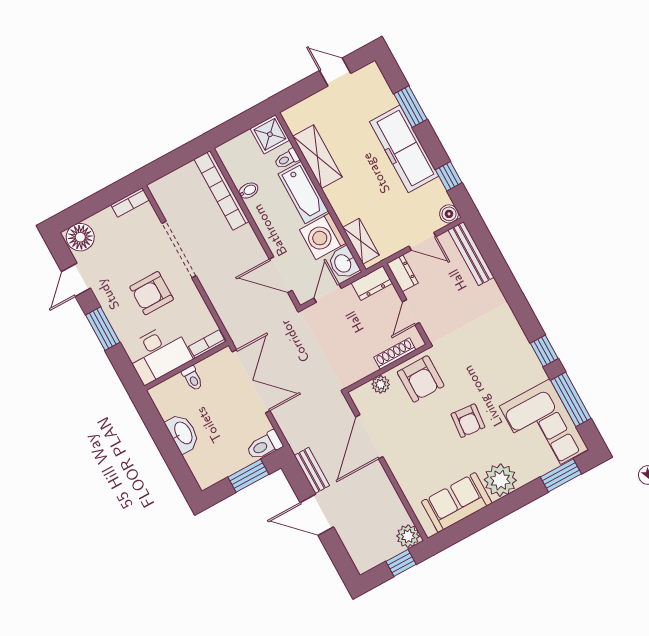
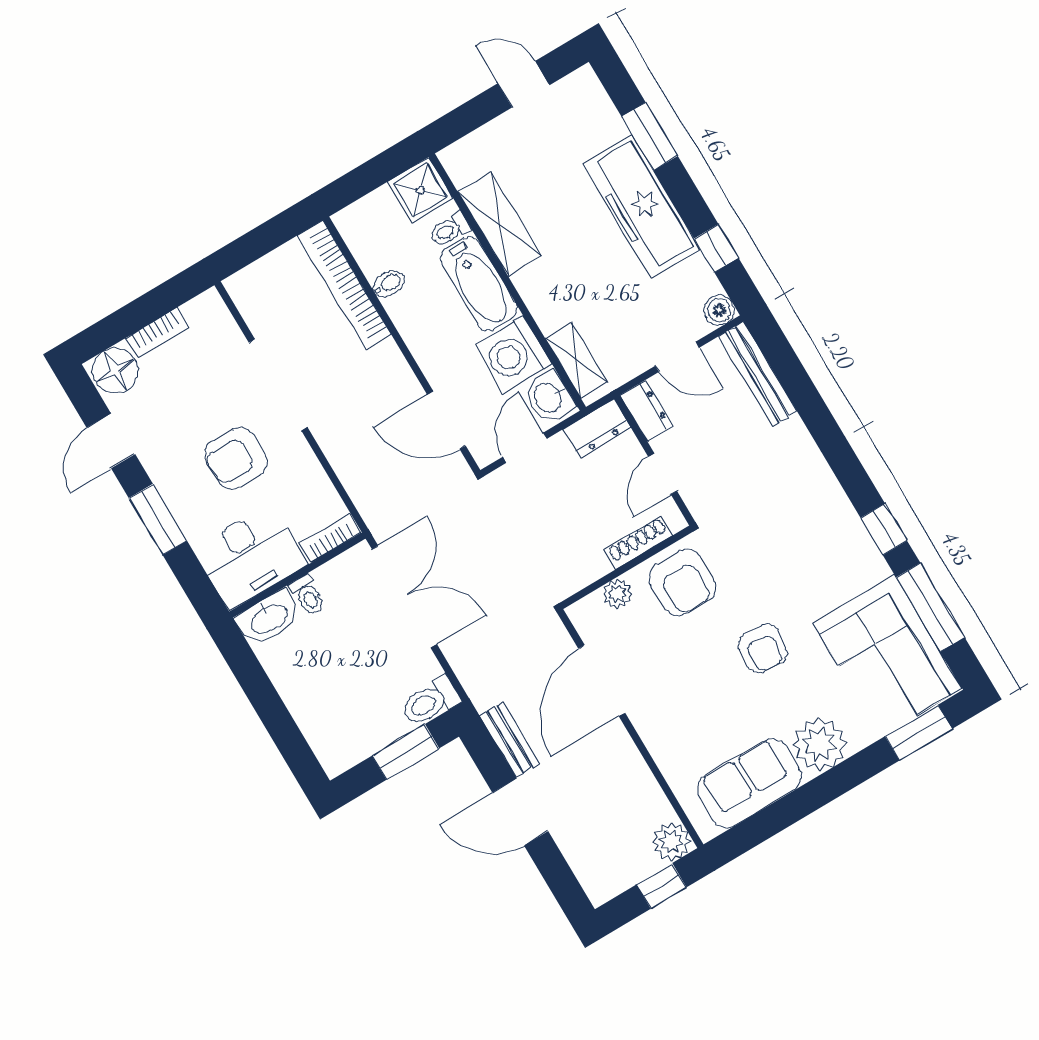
bookcase: (130, 202) -> (157, 333), moved
washbasin: (183, 433) -> (269, 618), moved, turned 90

